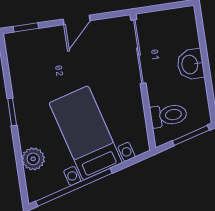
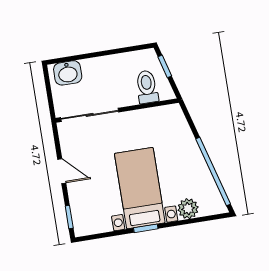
washbasin: (190, 64) -> (68, 73), moved
bed with nightstands: (86, 133) -> (140, 188), moved, turned 106
window: (191, 135) -> (165, 66), width x0.67

